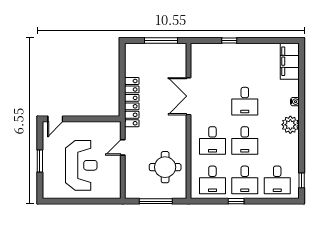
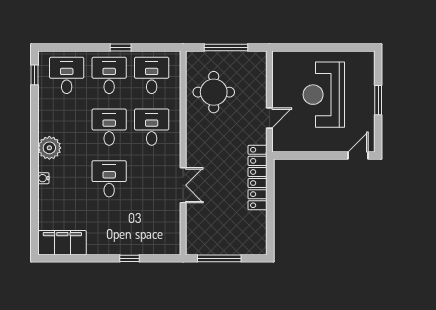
filing cabinet: (290, 61) -> (62, 243), moved, turned -90
double door: (189, 96) -> (183, 185), width x0.73

